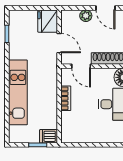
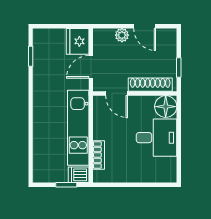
door: (59, 43) -> (91, 67), swing flipped
kitchen unit: (18, 92) -> (78, 128), moved, turned 180
bookcase: (66, 98) -> (99, 155), moved

